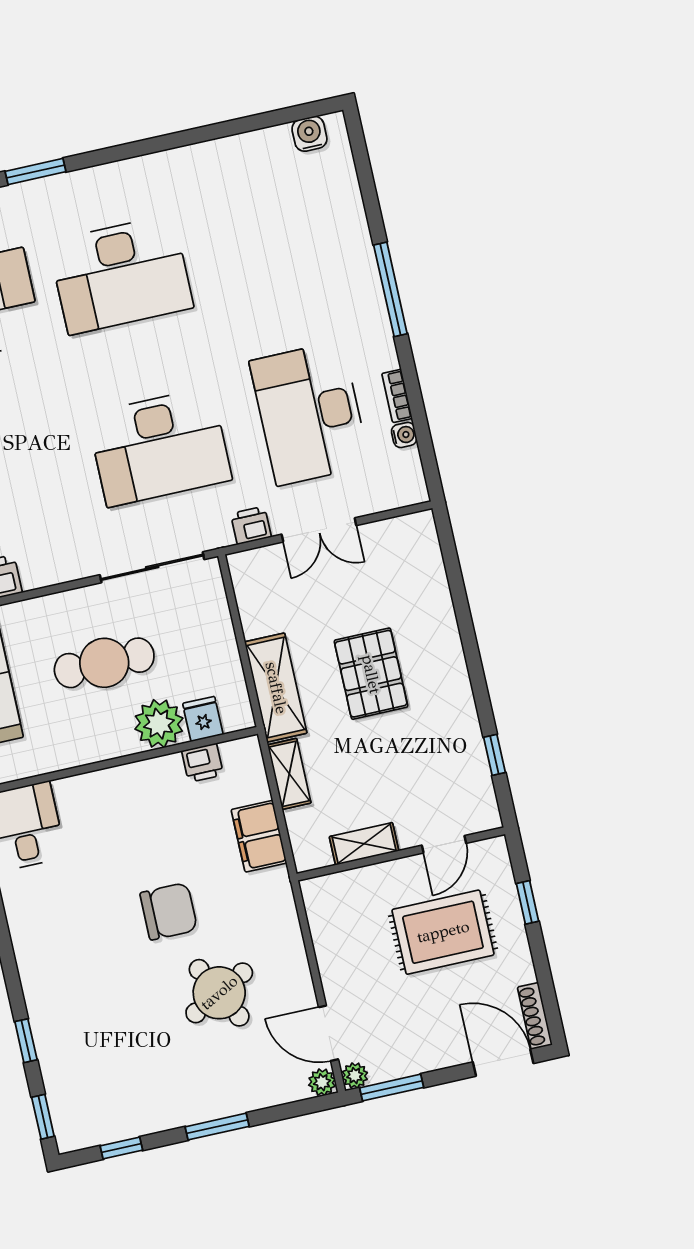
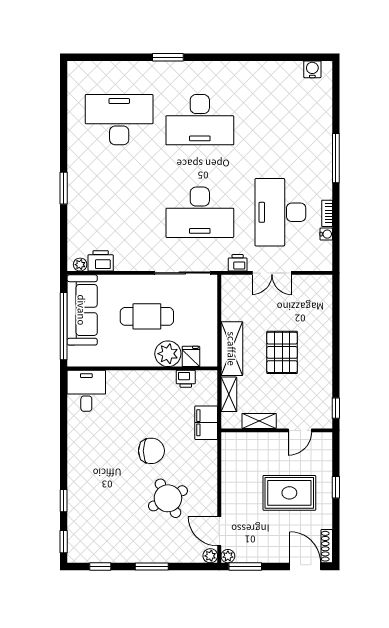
shelving: (364, 844) -> (259, 421), moved
door: (444, 844) -> (300, 430), moved
wall: (401, 854) -> (277, 430), moved

